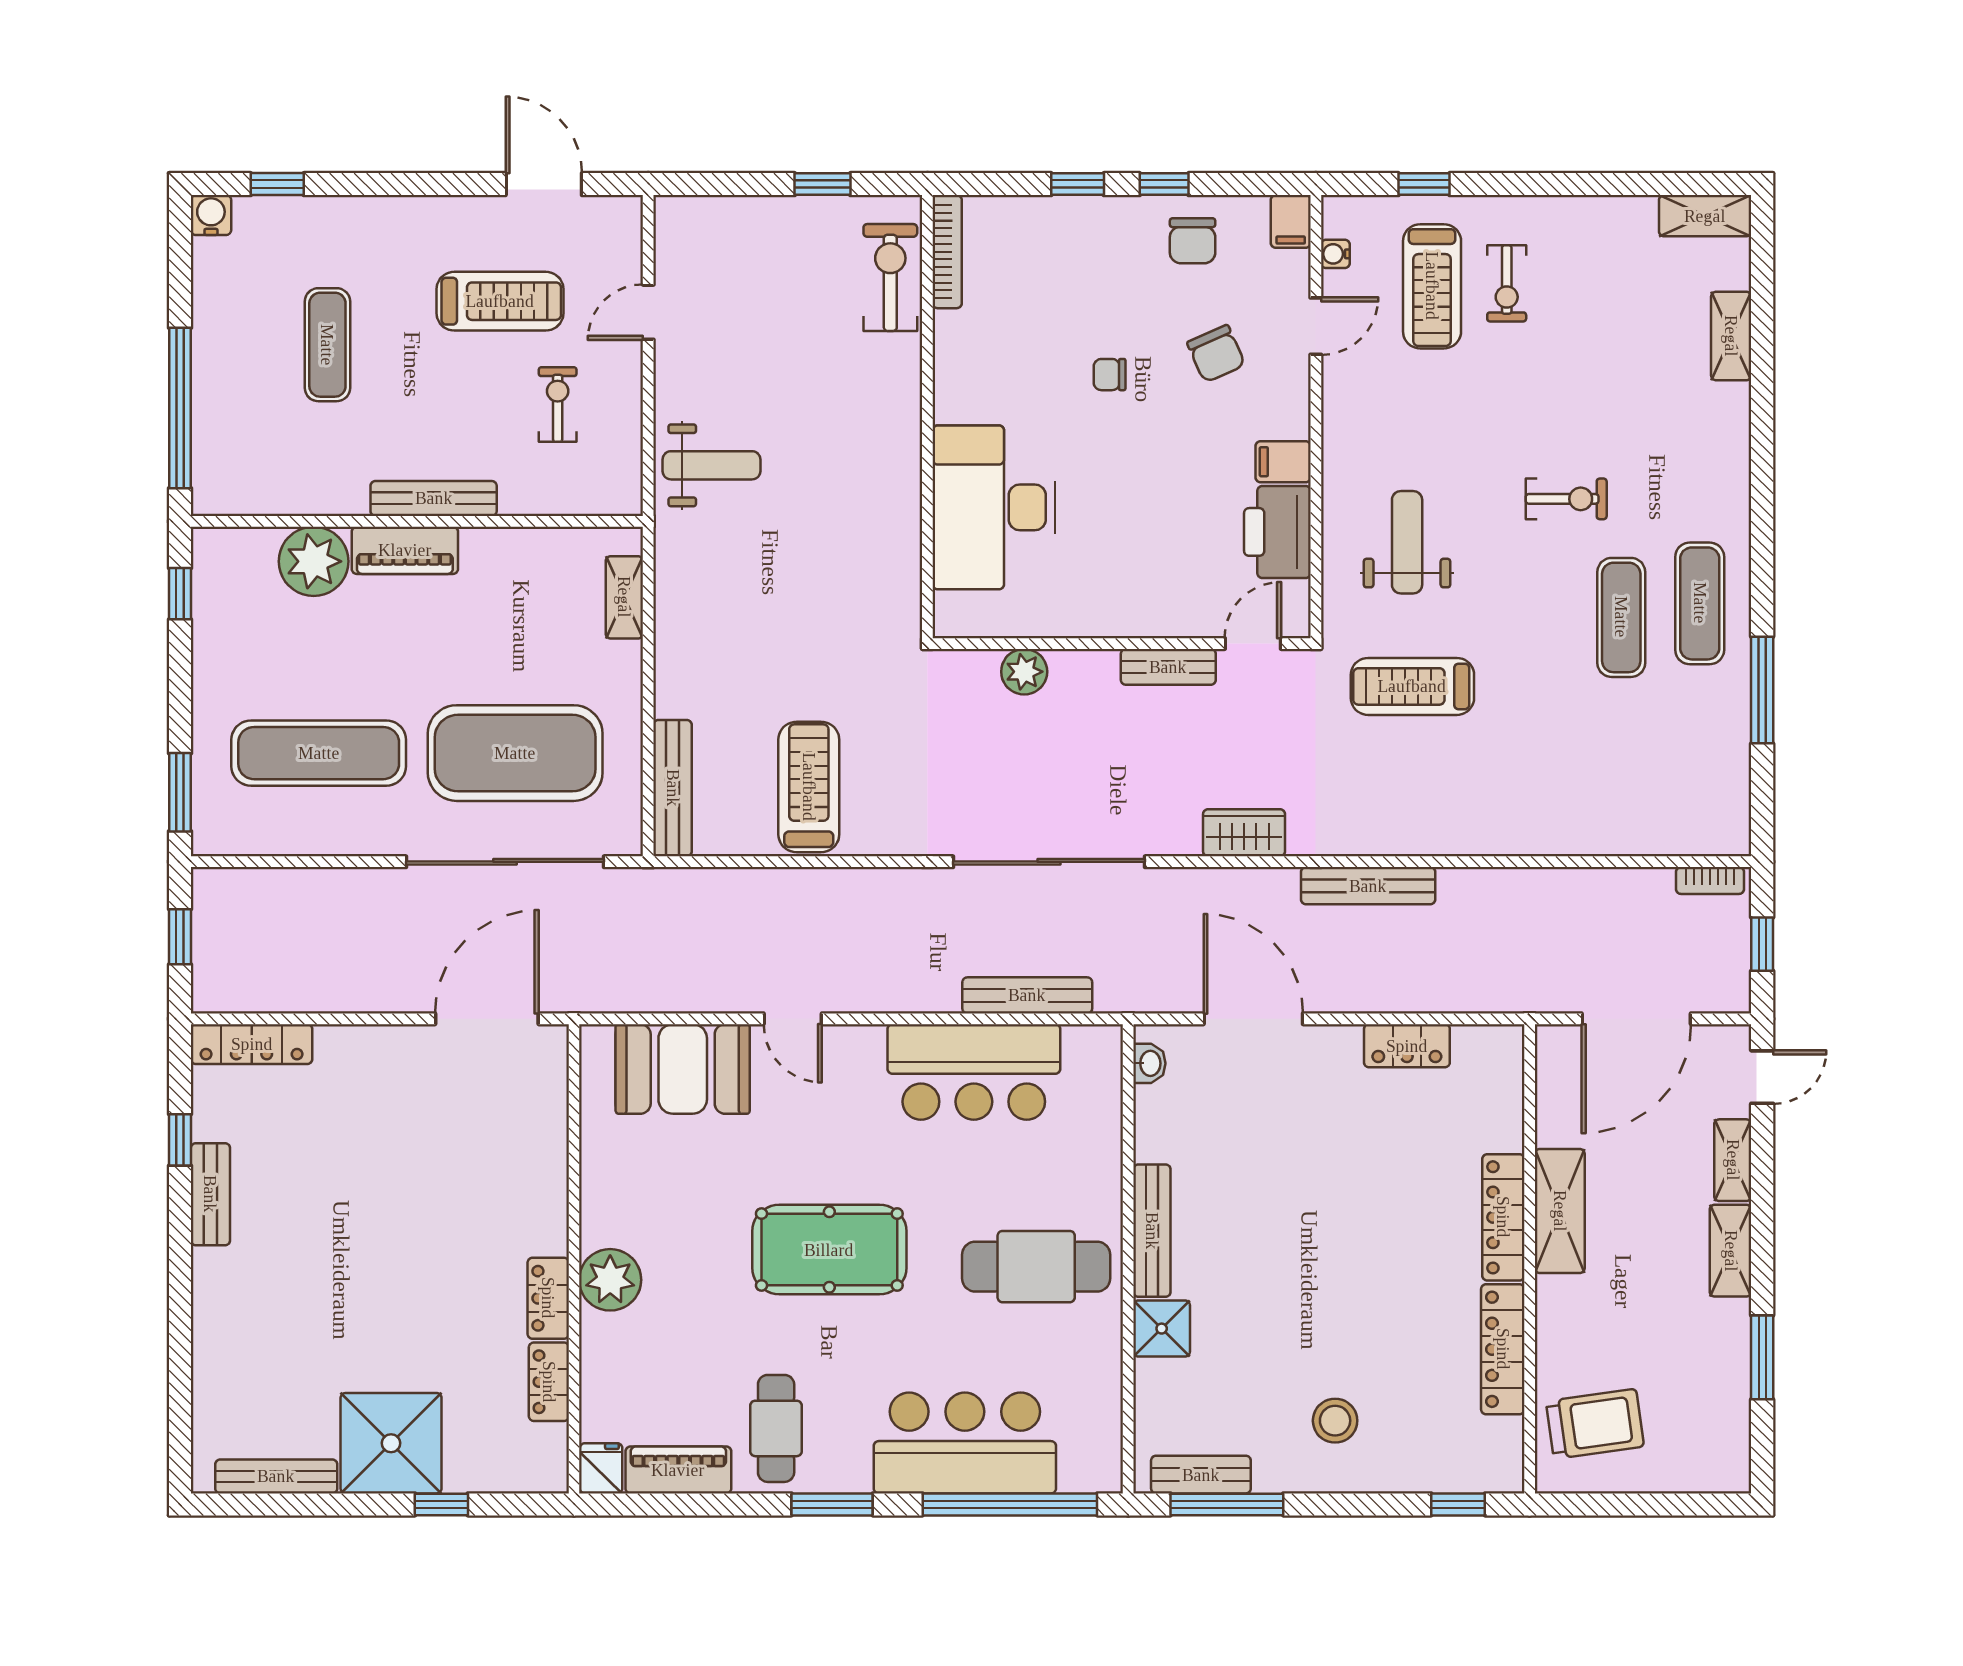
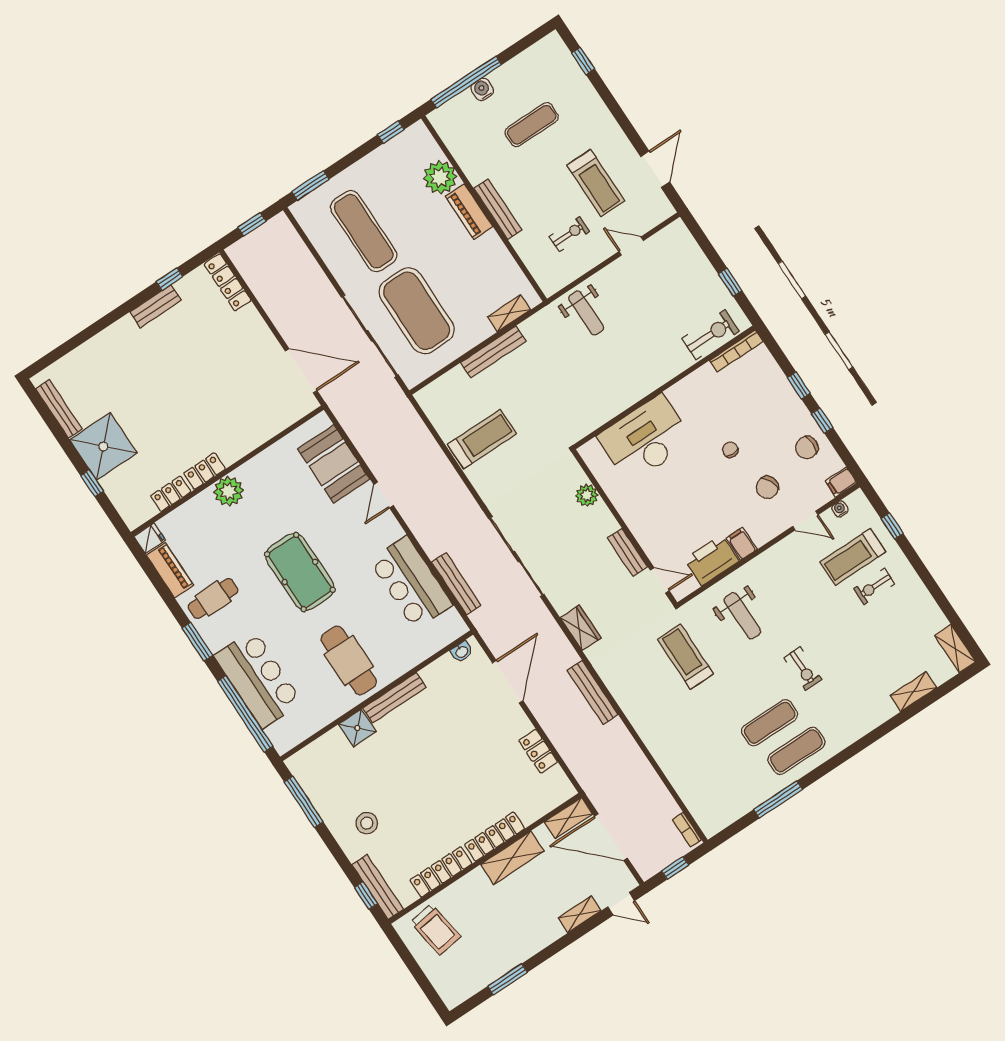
water cooler: (211, 215) -> (482, 89), moved, turned -90
weight bench: (1407, 542) -> (742, 616), turned 90
bench: (673, 788) -> (493, 352), moved
shelving: (1731, 1251) -> (568, 818), moved
bench: (1201, 1475) -> (378, 887), moved, width x1.36

